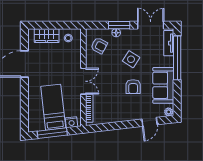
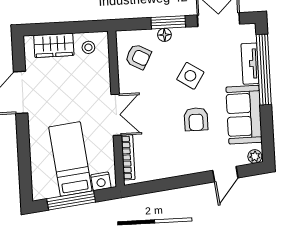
tv unit: (169, 43) -> (250, 64), moved

